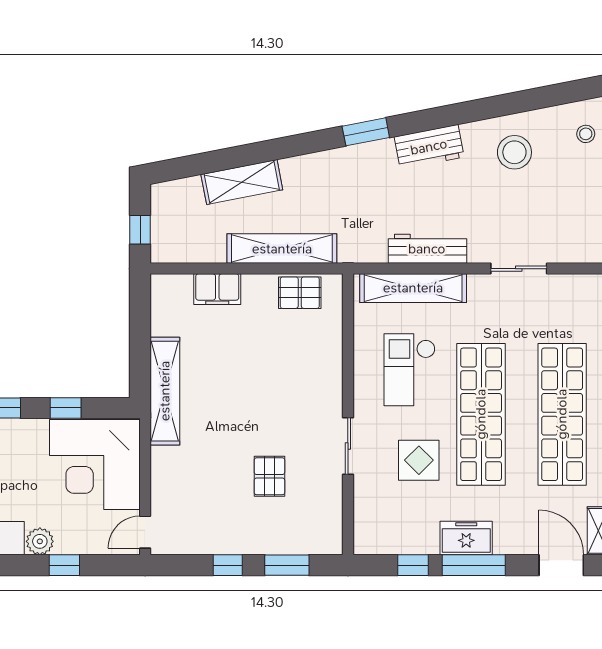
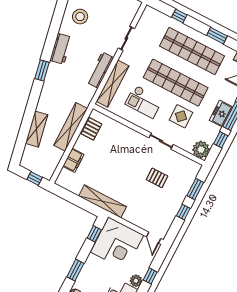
window: (66, 408) -> (94, 234), moved
plant: (373, 535) -> (201, 150), added

